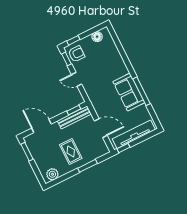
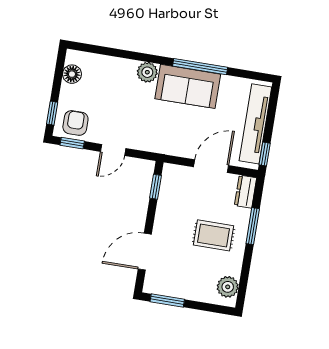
plant: (122, 70) -> (147, 72), added
bench: (74, 117) -> (167, 194), removed
dresser: (100, 152) -> (245, 192), added

